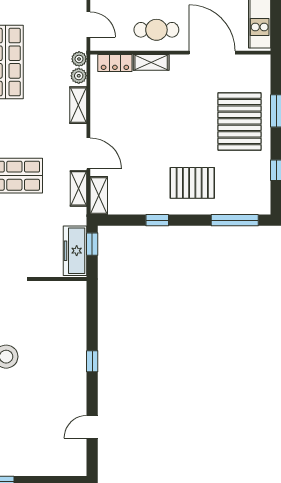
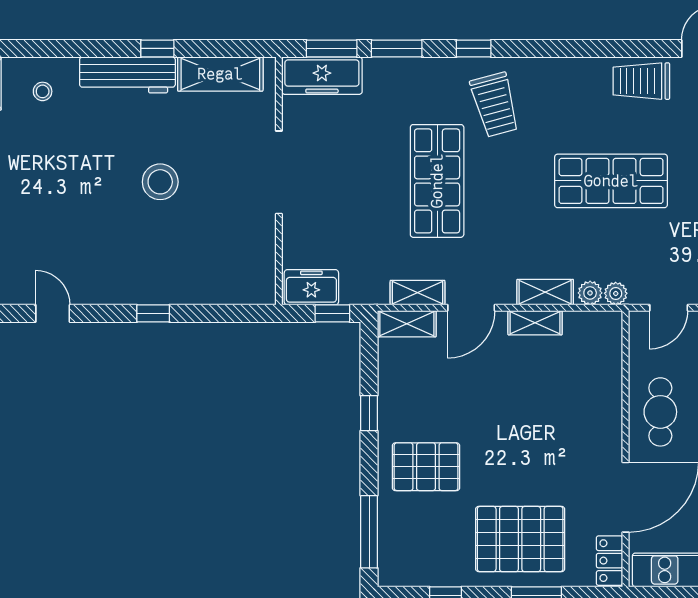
shelving: (151, 62) -> (535, 323), moved, turned 90
locker: (115, 63) -> (609, 561), moved
pallet: (192, 183) -> (426, 467), turned 90
freezer: (75, 251) -> (311, 287), width x0.71

